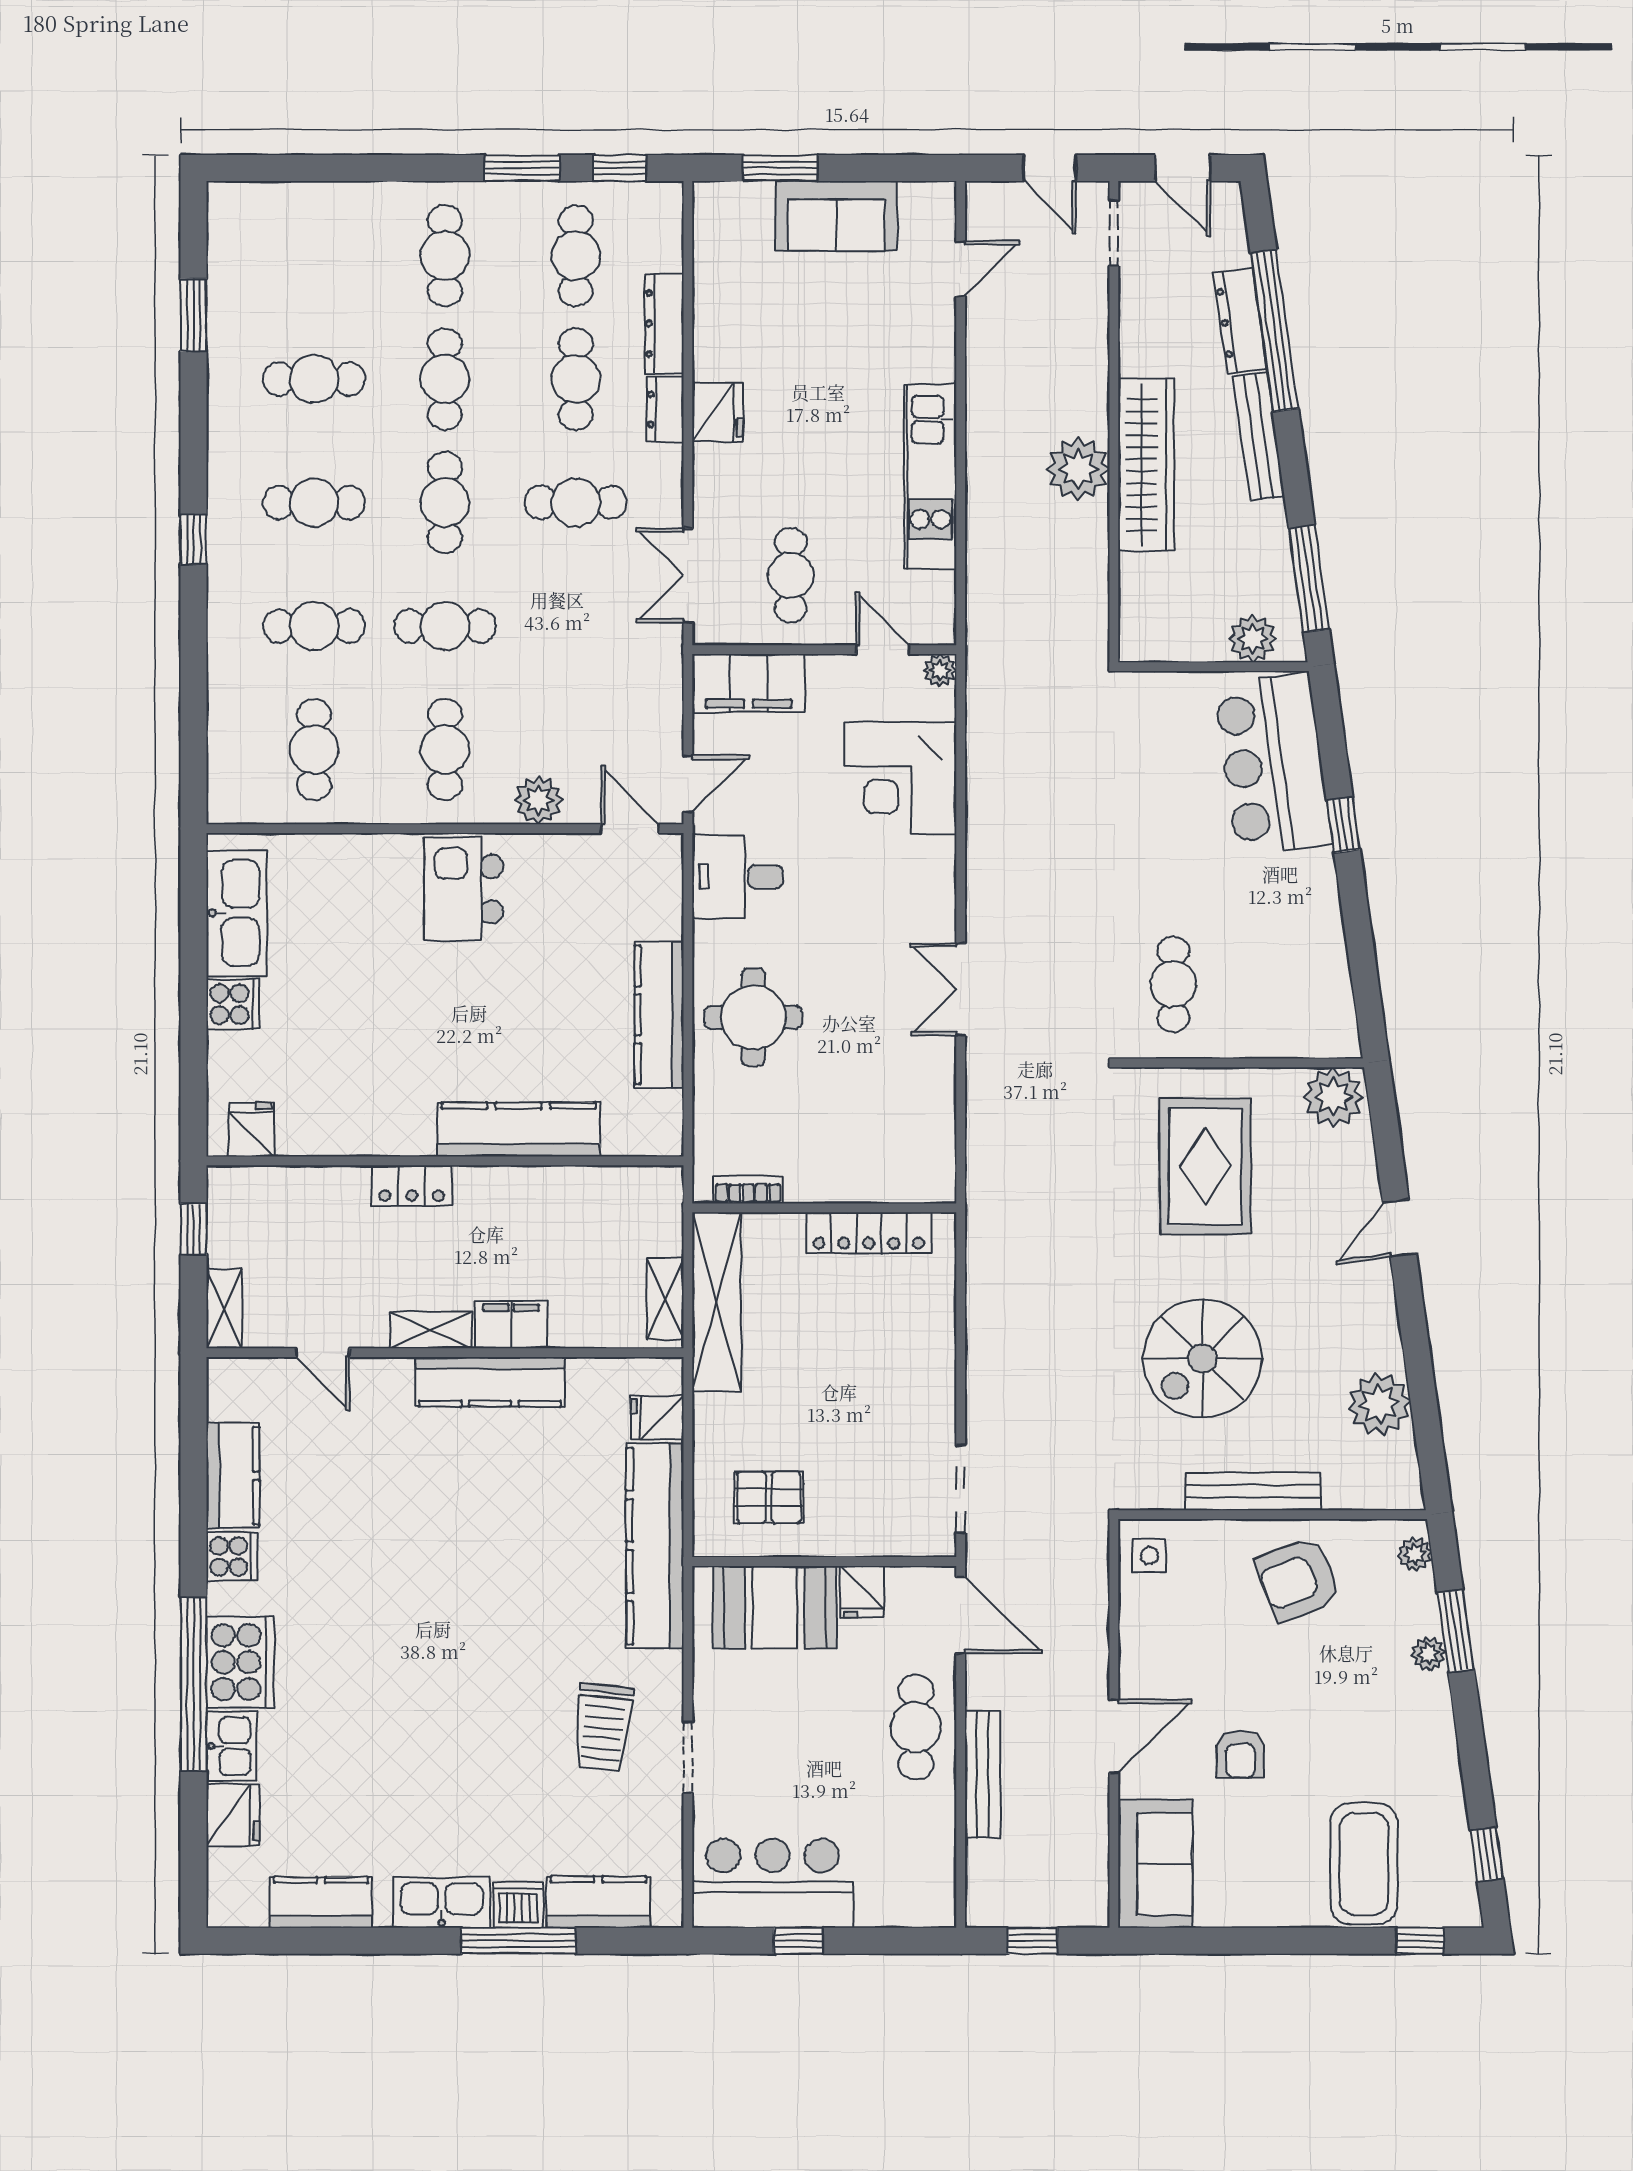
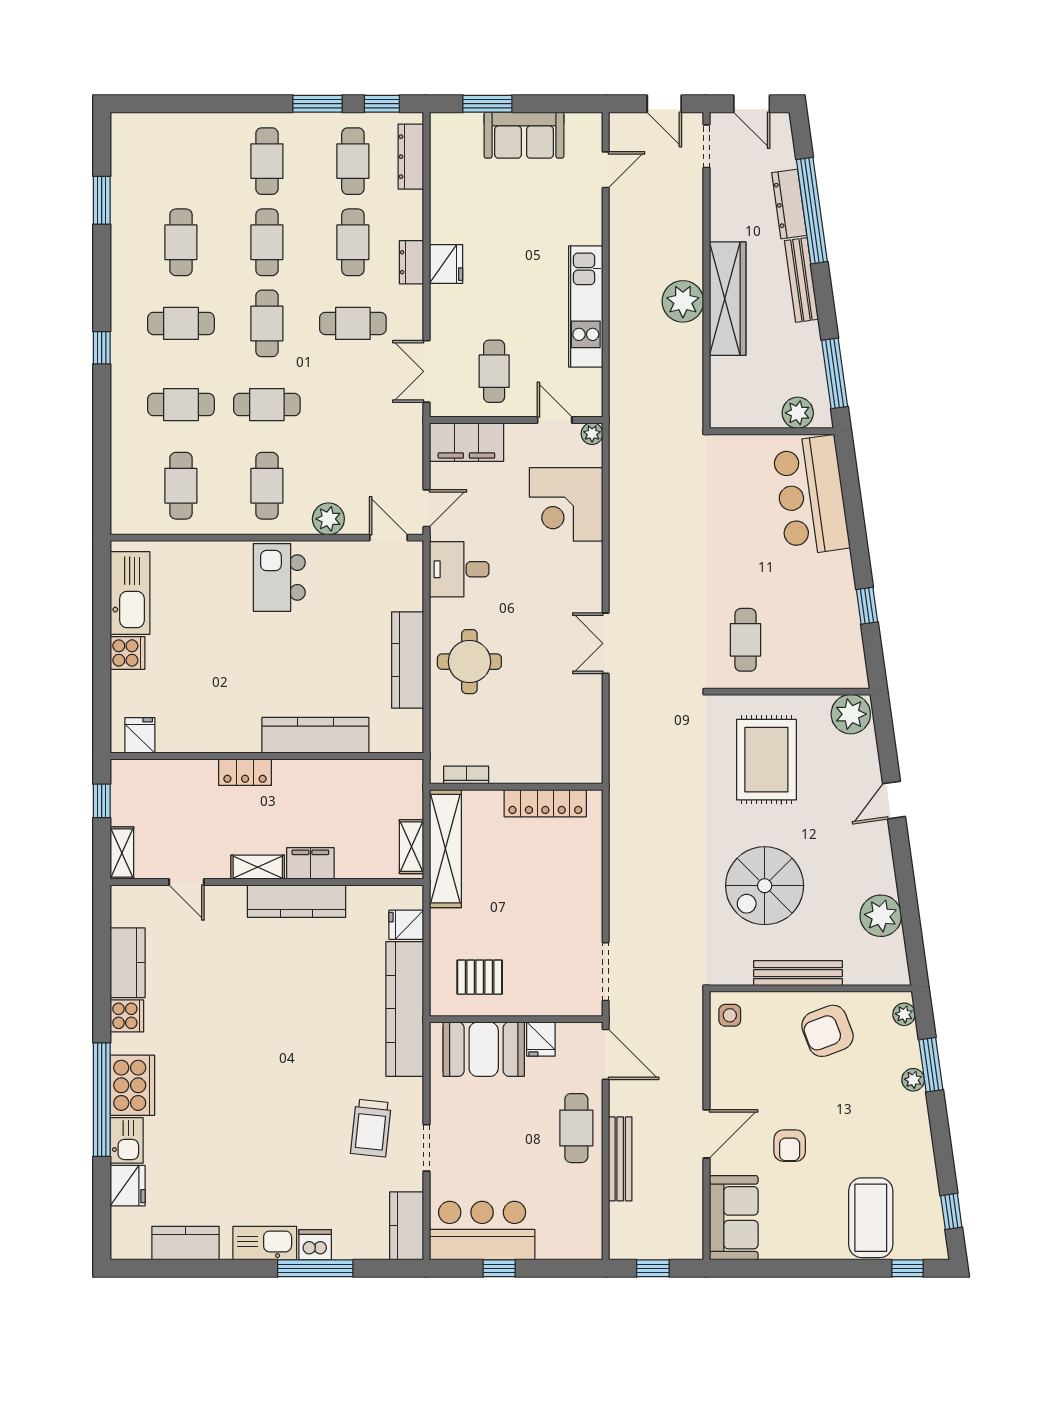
dresser: (664, 323) -> (411, 157), moved
cafe table: (314, 379) -> (181, 242), turned 90
window: (1343, 825) -> (867, 606), moved
kitchen counter: (598, 1902) -> (407, 1226), moved, turned -90

